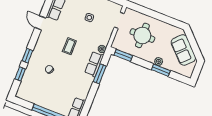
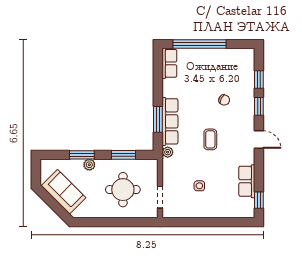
door: (40, 23) -> (259, 139), moved
window: (123, 55) -> (124, 155), moved
row of seats: (94, 64) -> (170, 121), width x1.48

